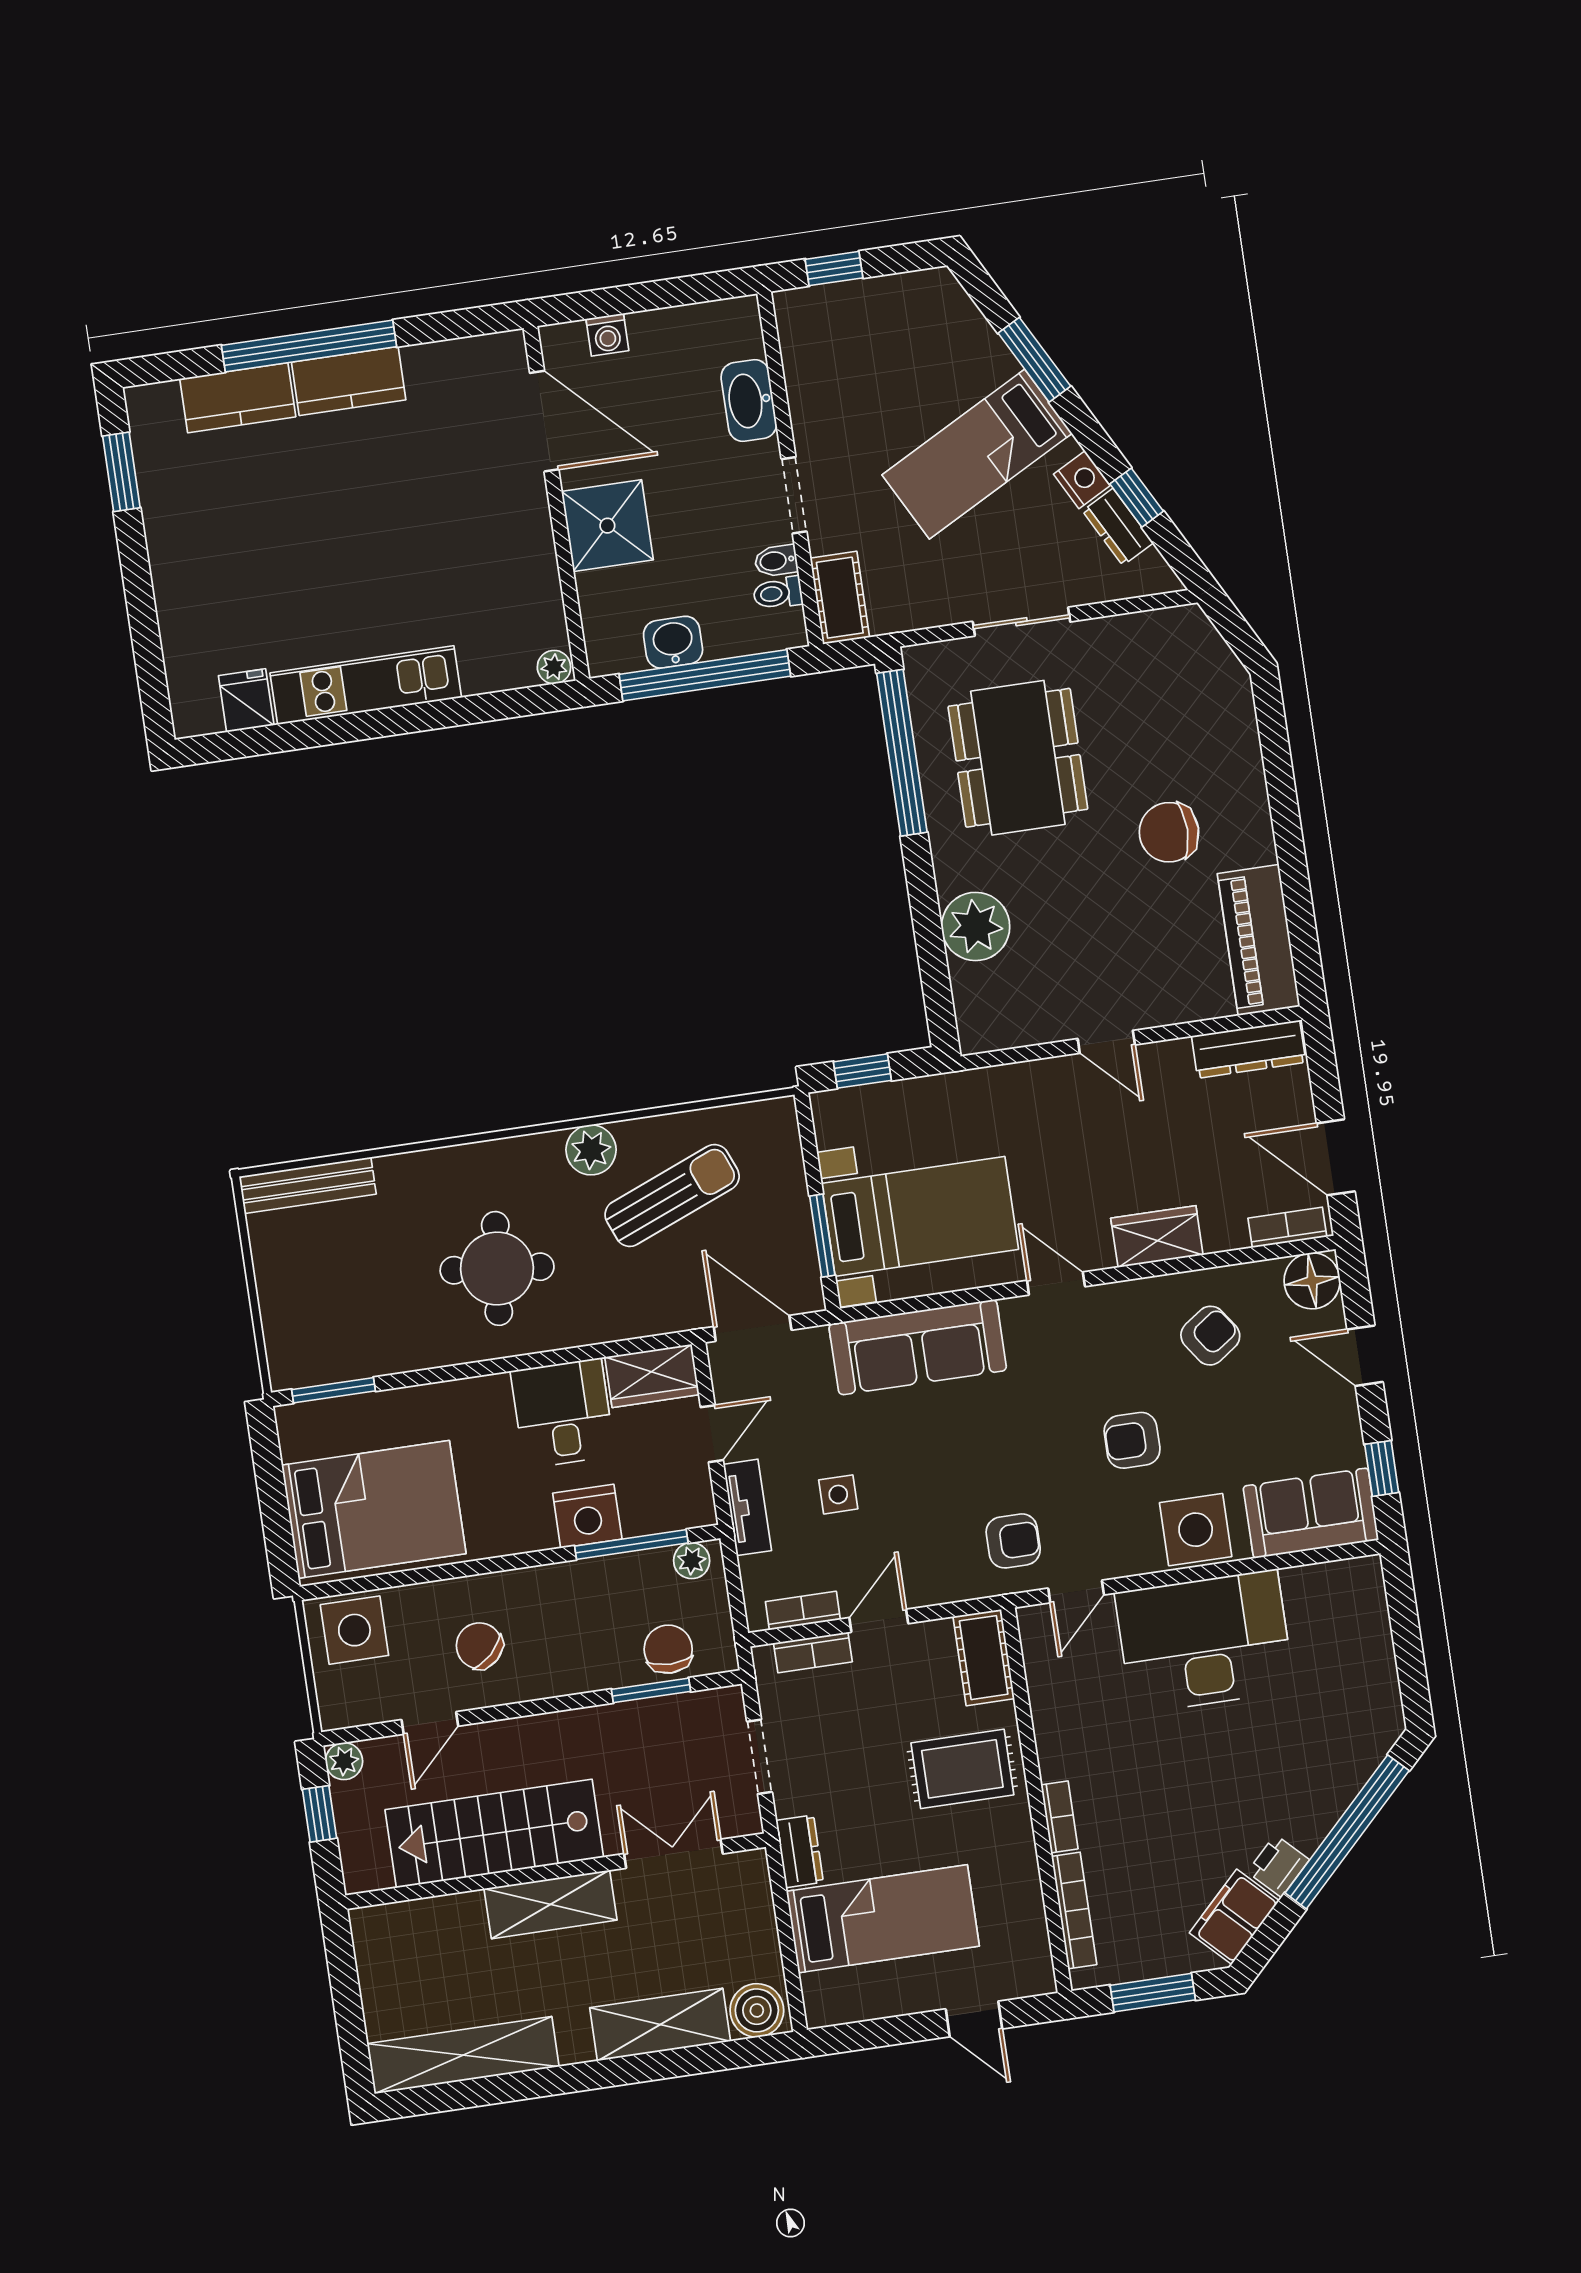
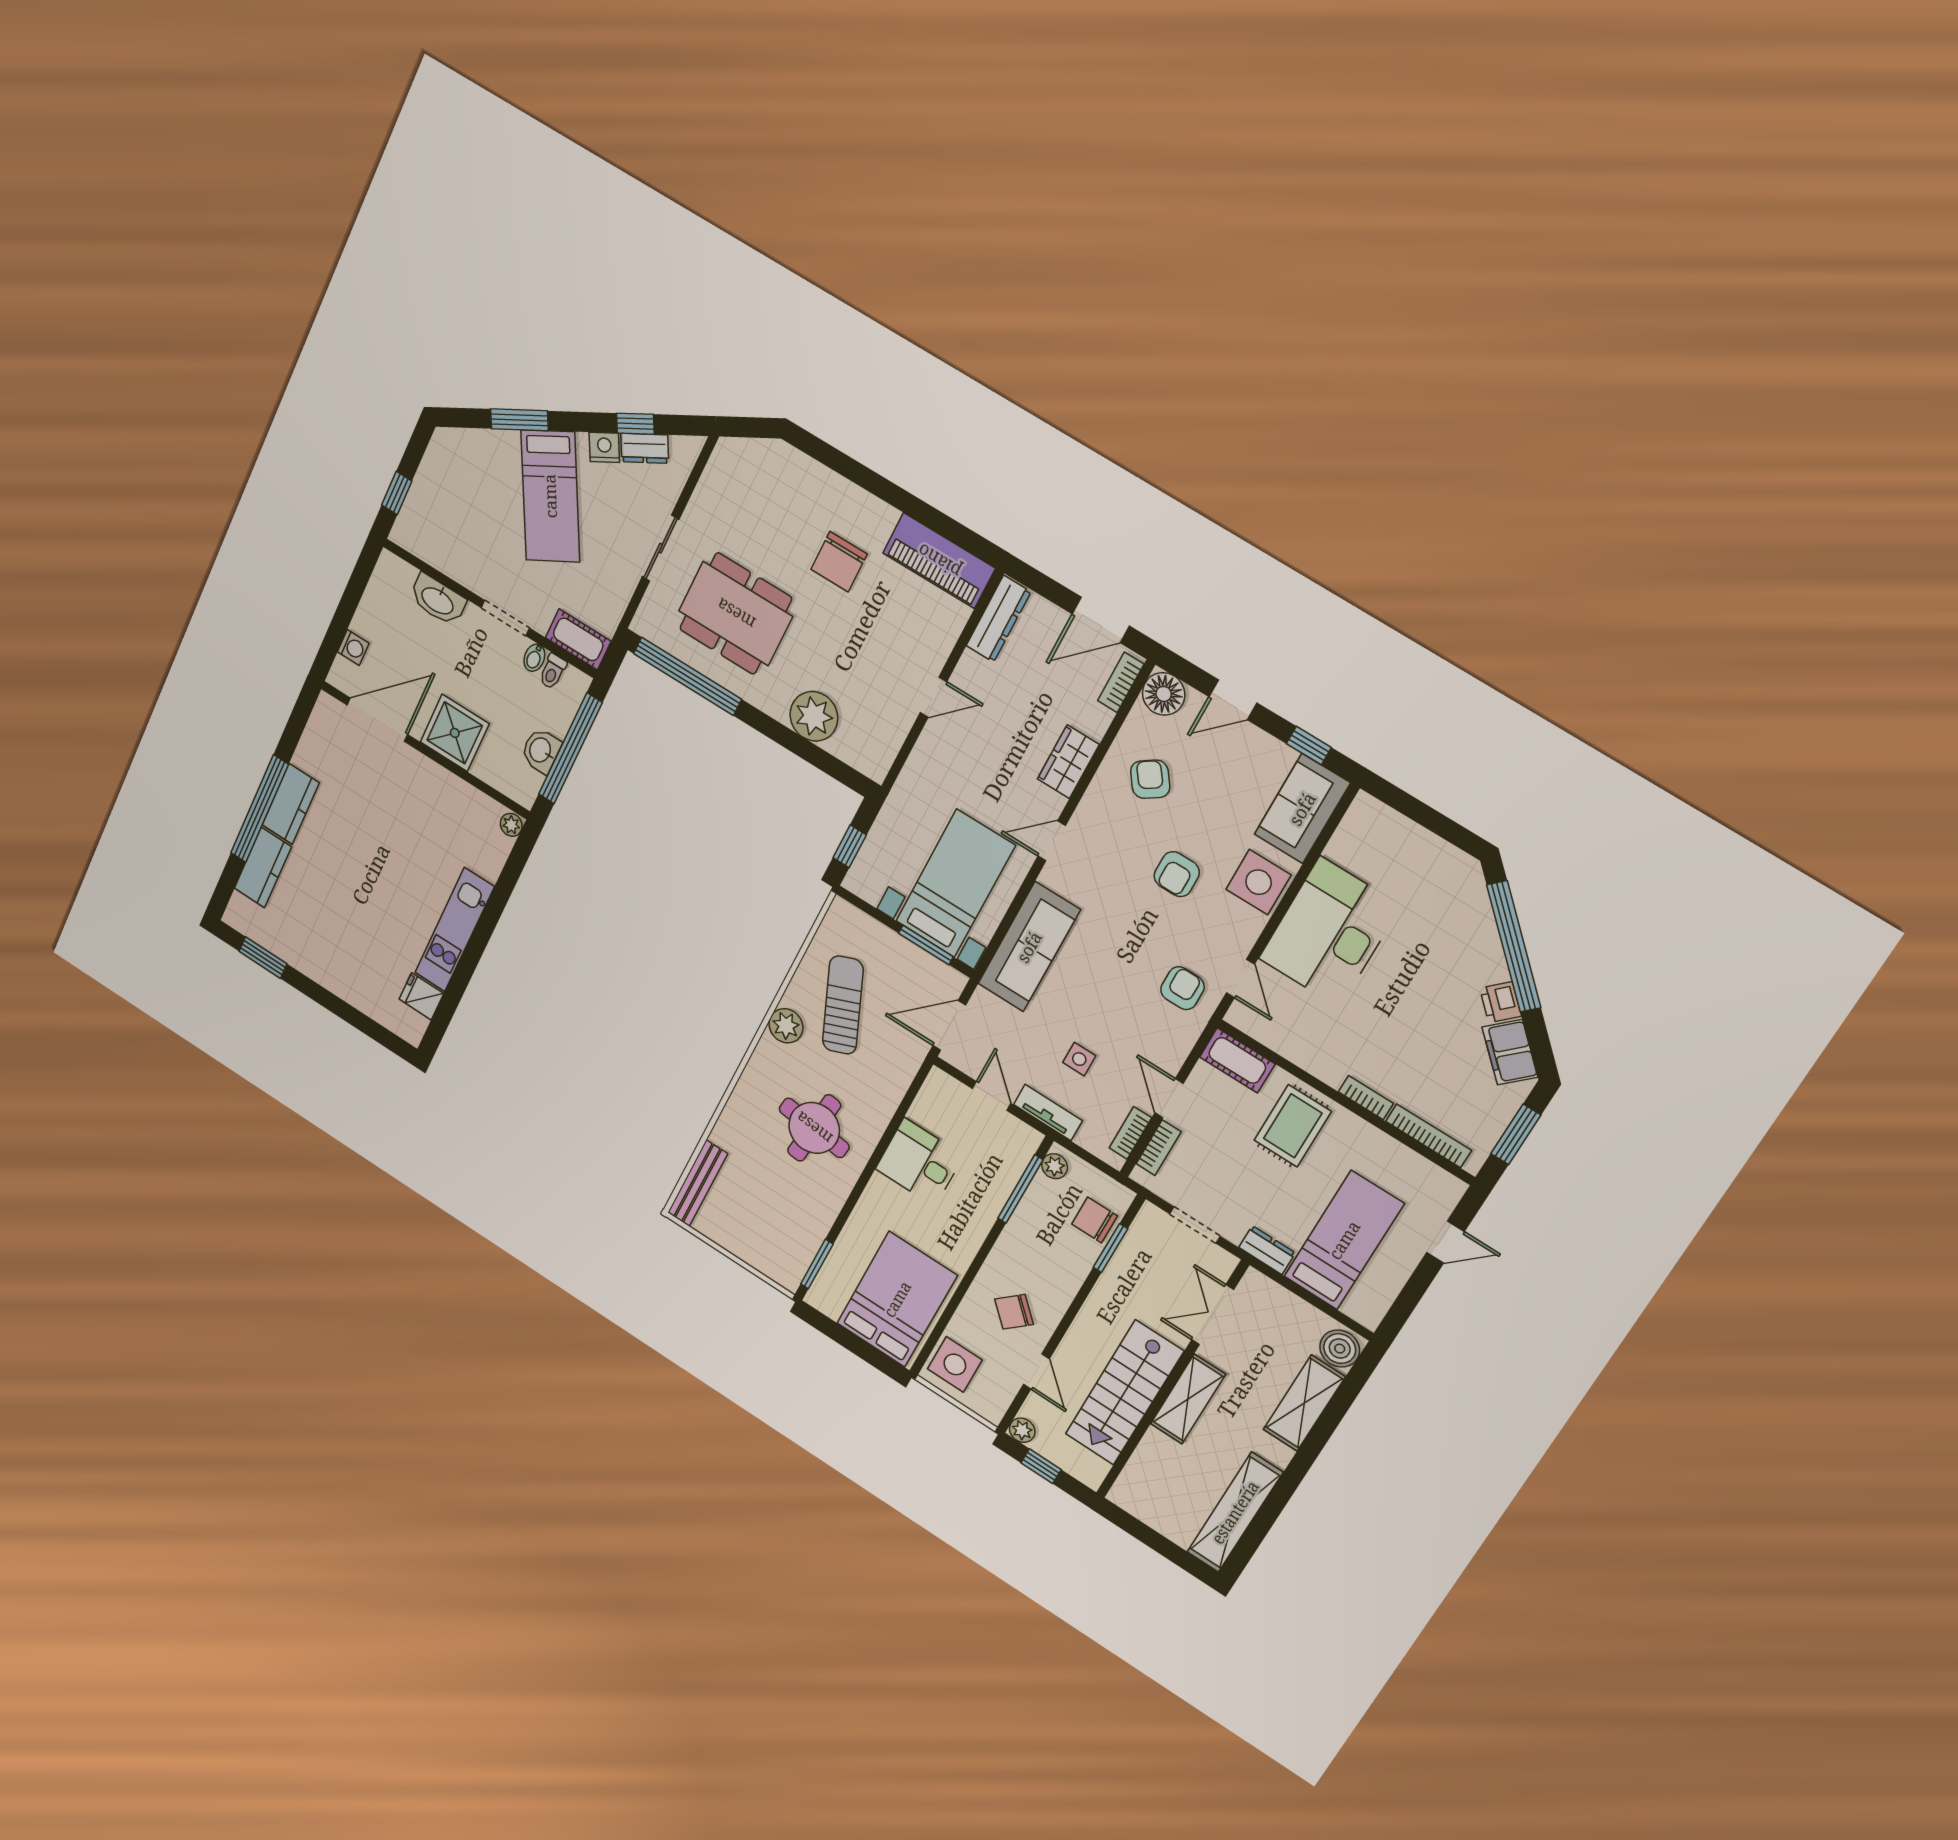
wardrobe: (652, 1376) -> (935, 1100), removed
nightstand: (587, 1516) -> (986, 1198), removed

